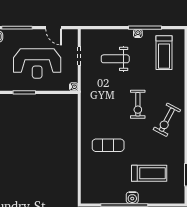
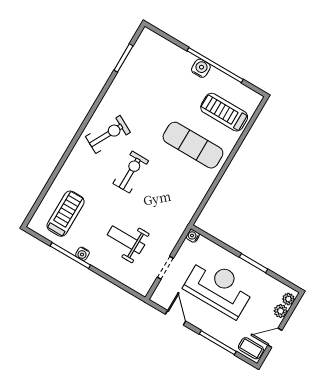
weight bench: (115, 59) -> (126, 240), turned 180
exercise mat: (108, 145) -> (193, 145), width x1.36, depth x1.45
treadmill: (149, 173) -> (224, 112), moved

